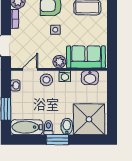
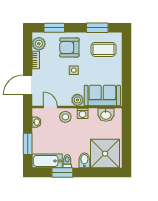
door: (30, 69) -> (50, 107), hinge flipped
window: (57, 140) -> (62, 173), moved

